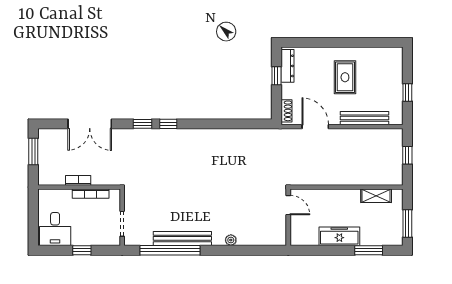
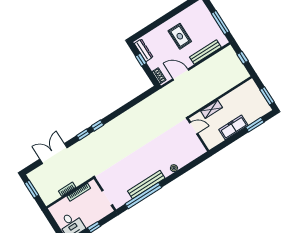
window: (407, 93) -> (220, 23), width x2.17
double door: (90, 124) -> (53, 153), swing flipped
shelving: (376, 196) -> (212, 109), moved

